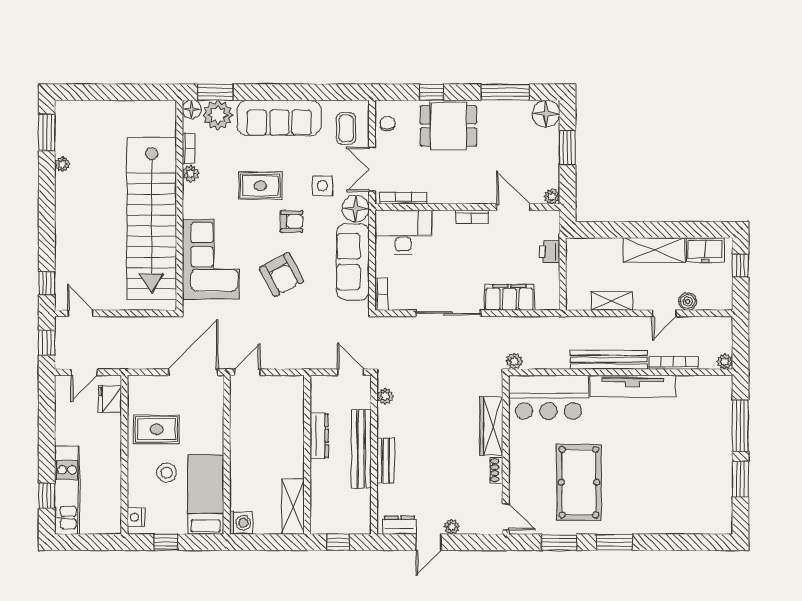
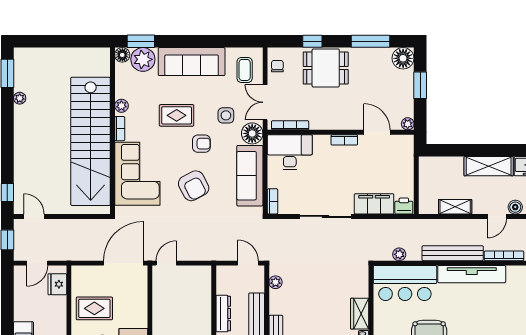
bookcase: (189, 148) -> (120, 129), moved
printer: (549, 252) -> (404, 206), moved, turned 90
plant: (514, 361) -> (399, 254), moved
wardrobe: (491, 426) -> (360, 314), width x0.67

